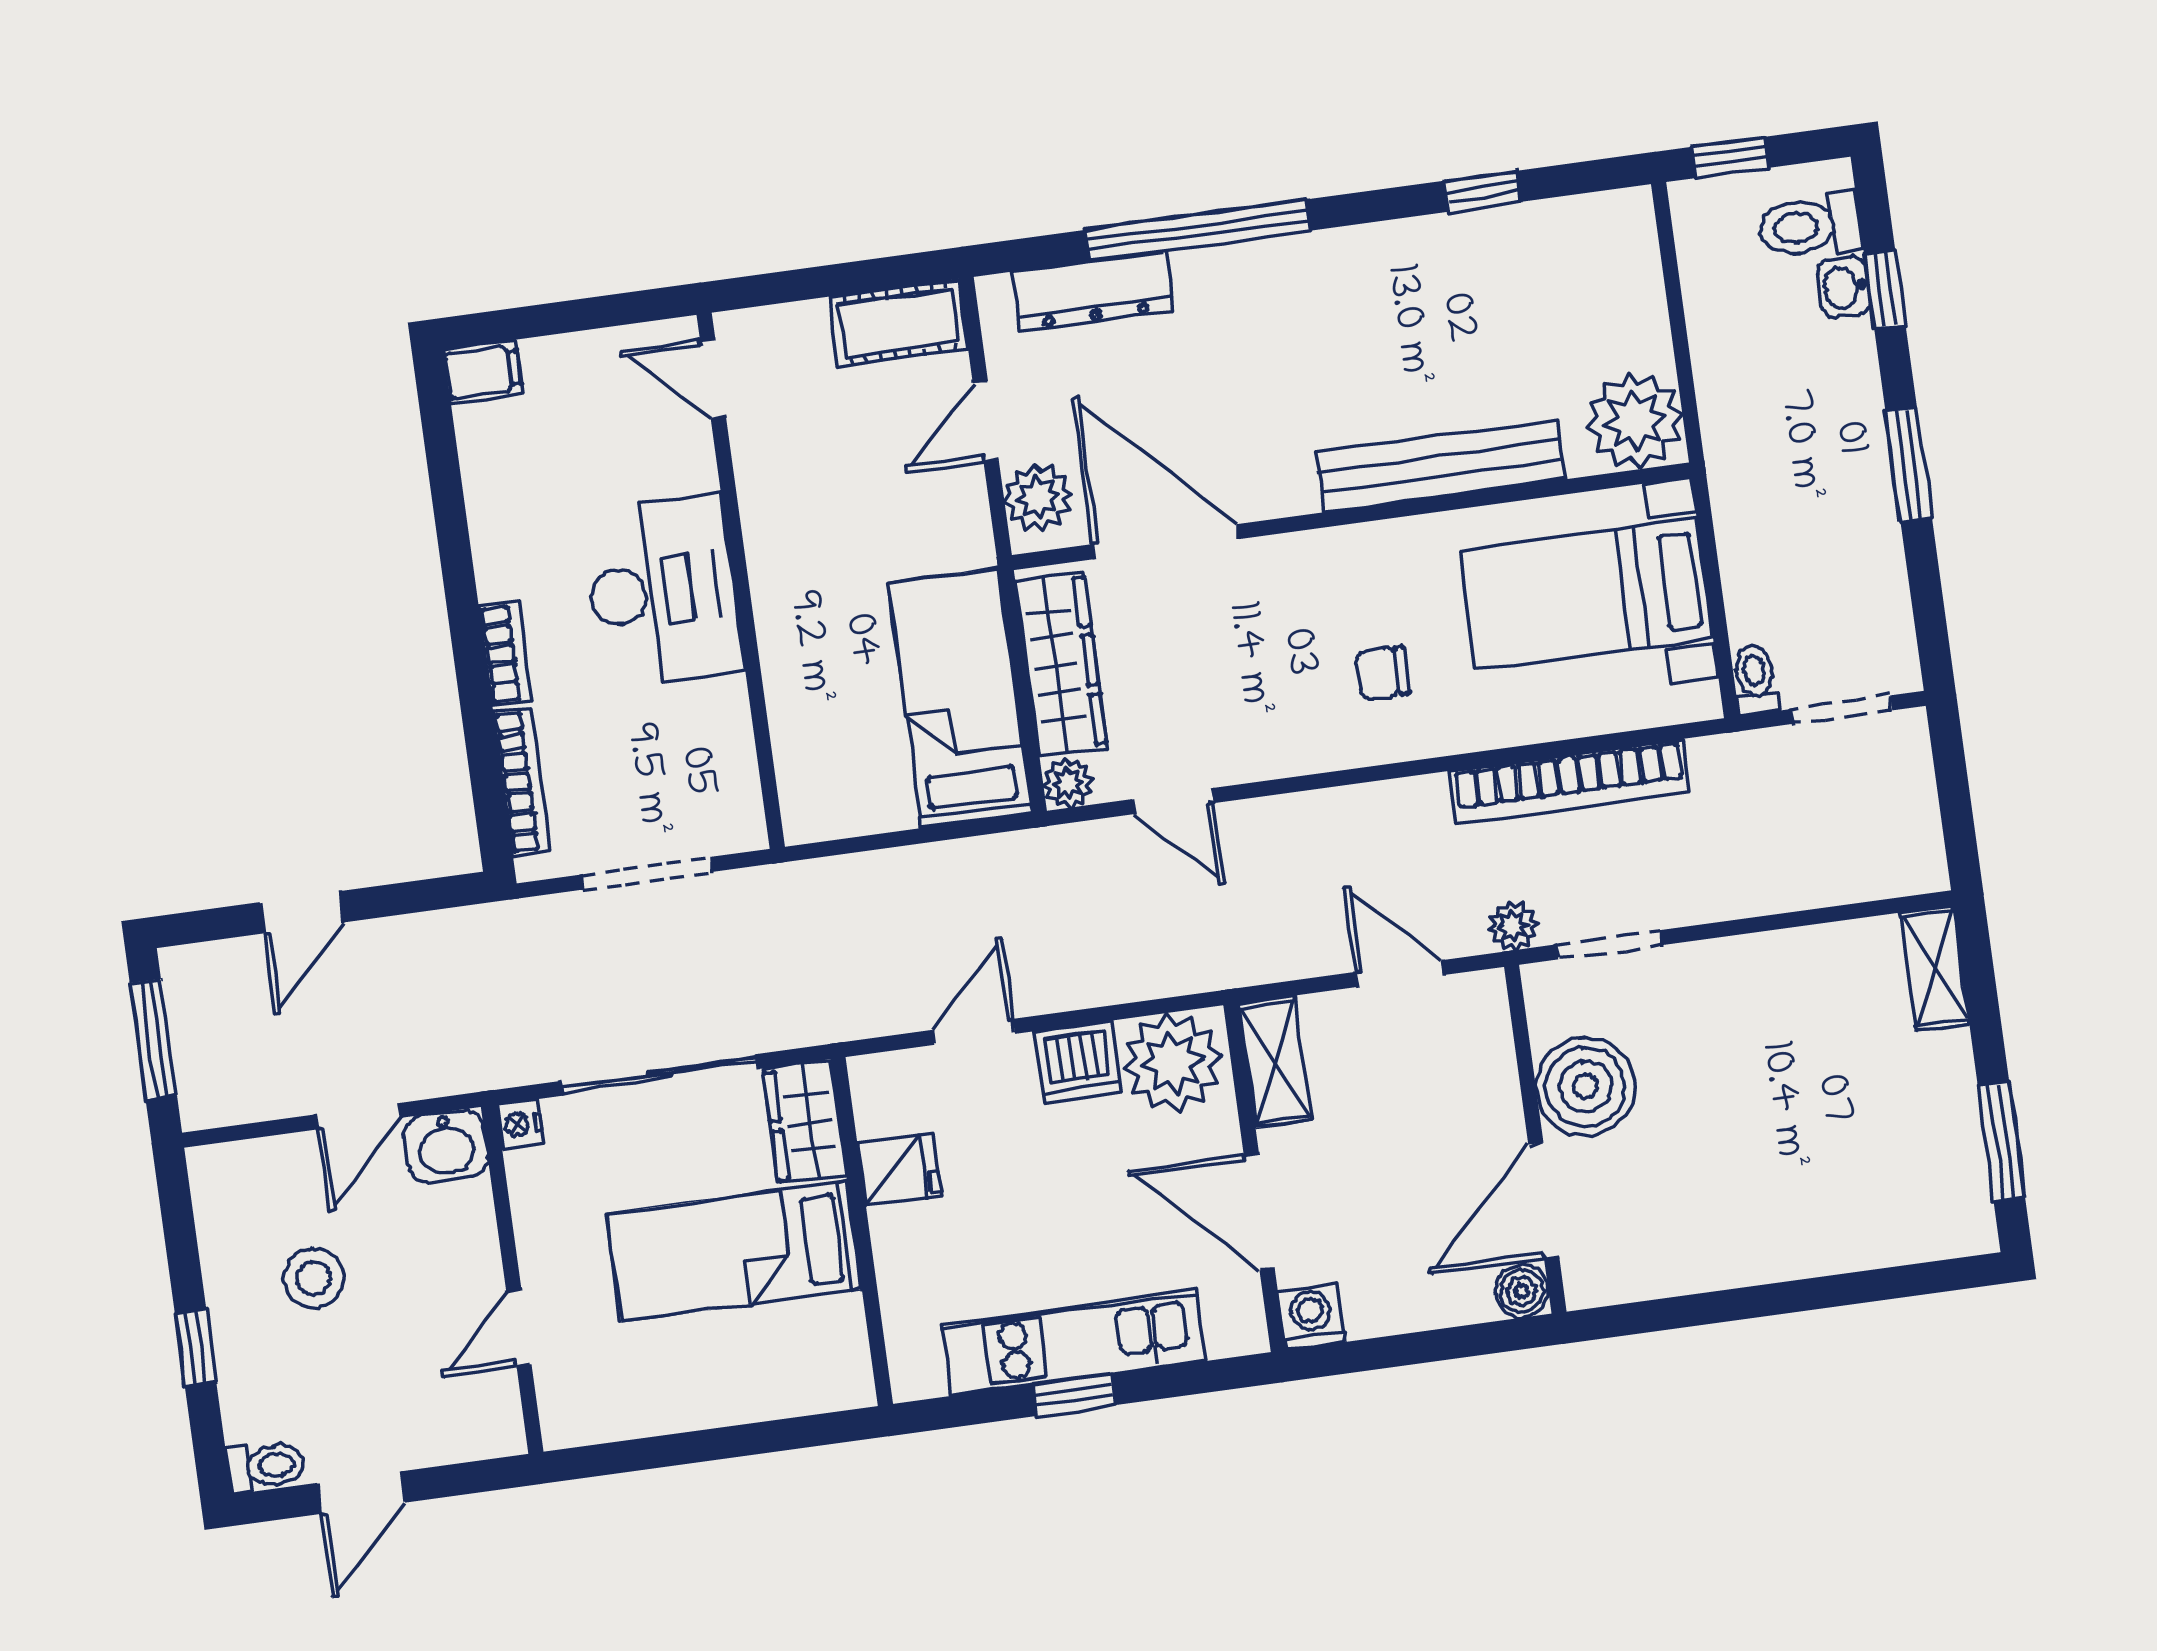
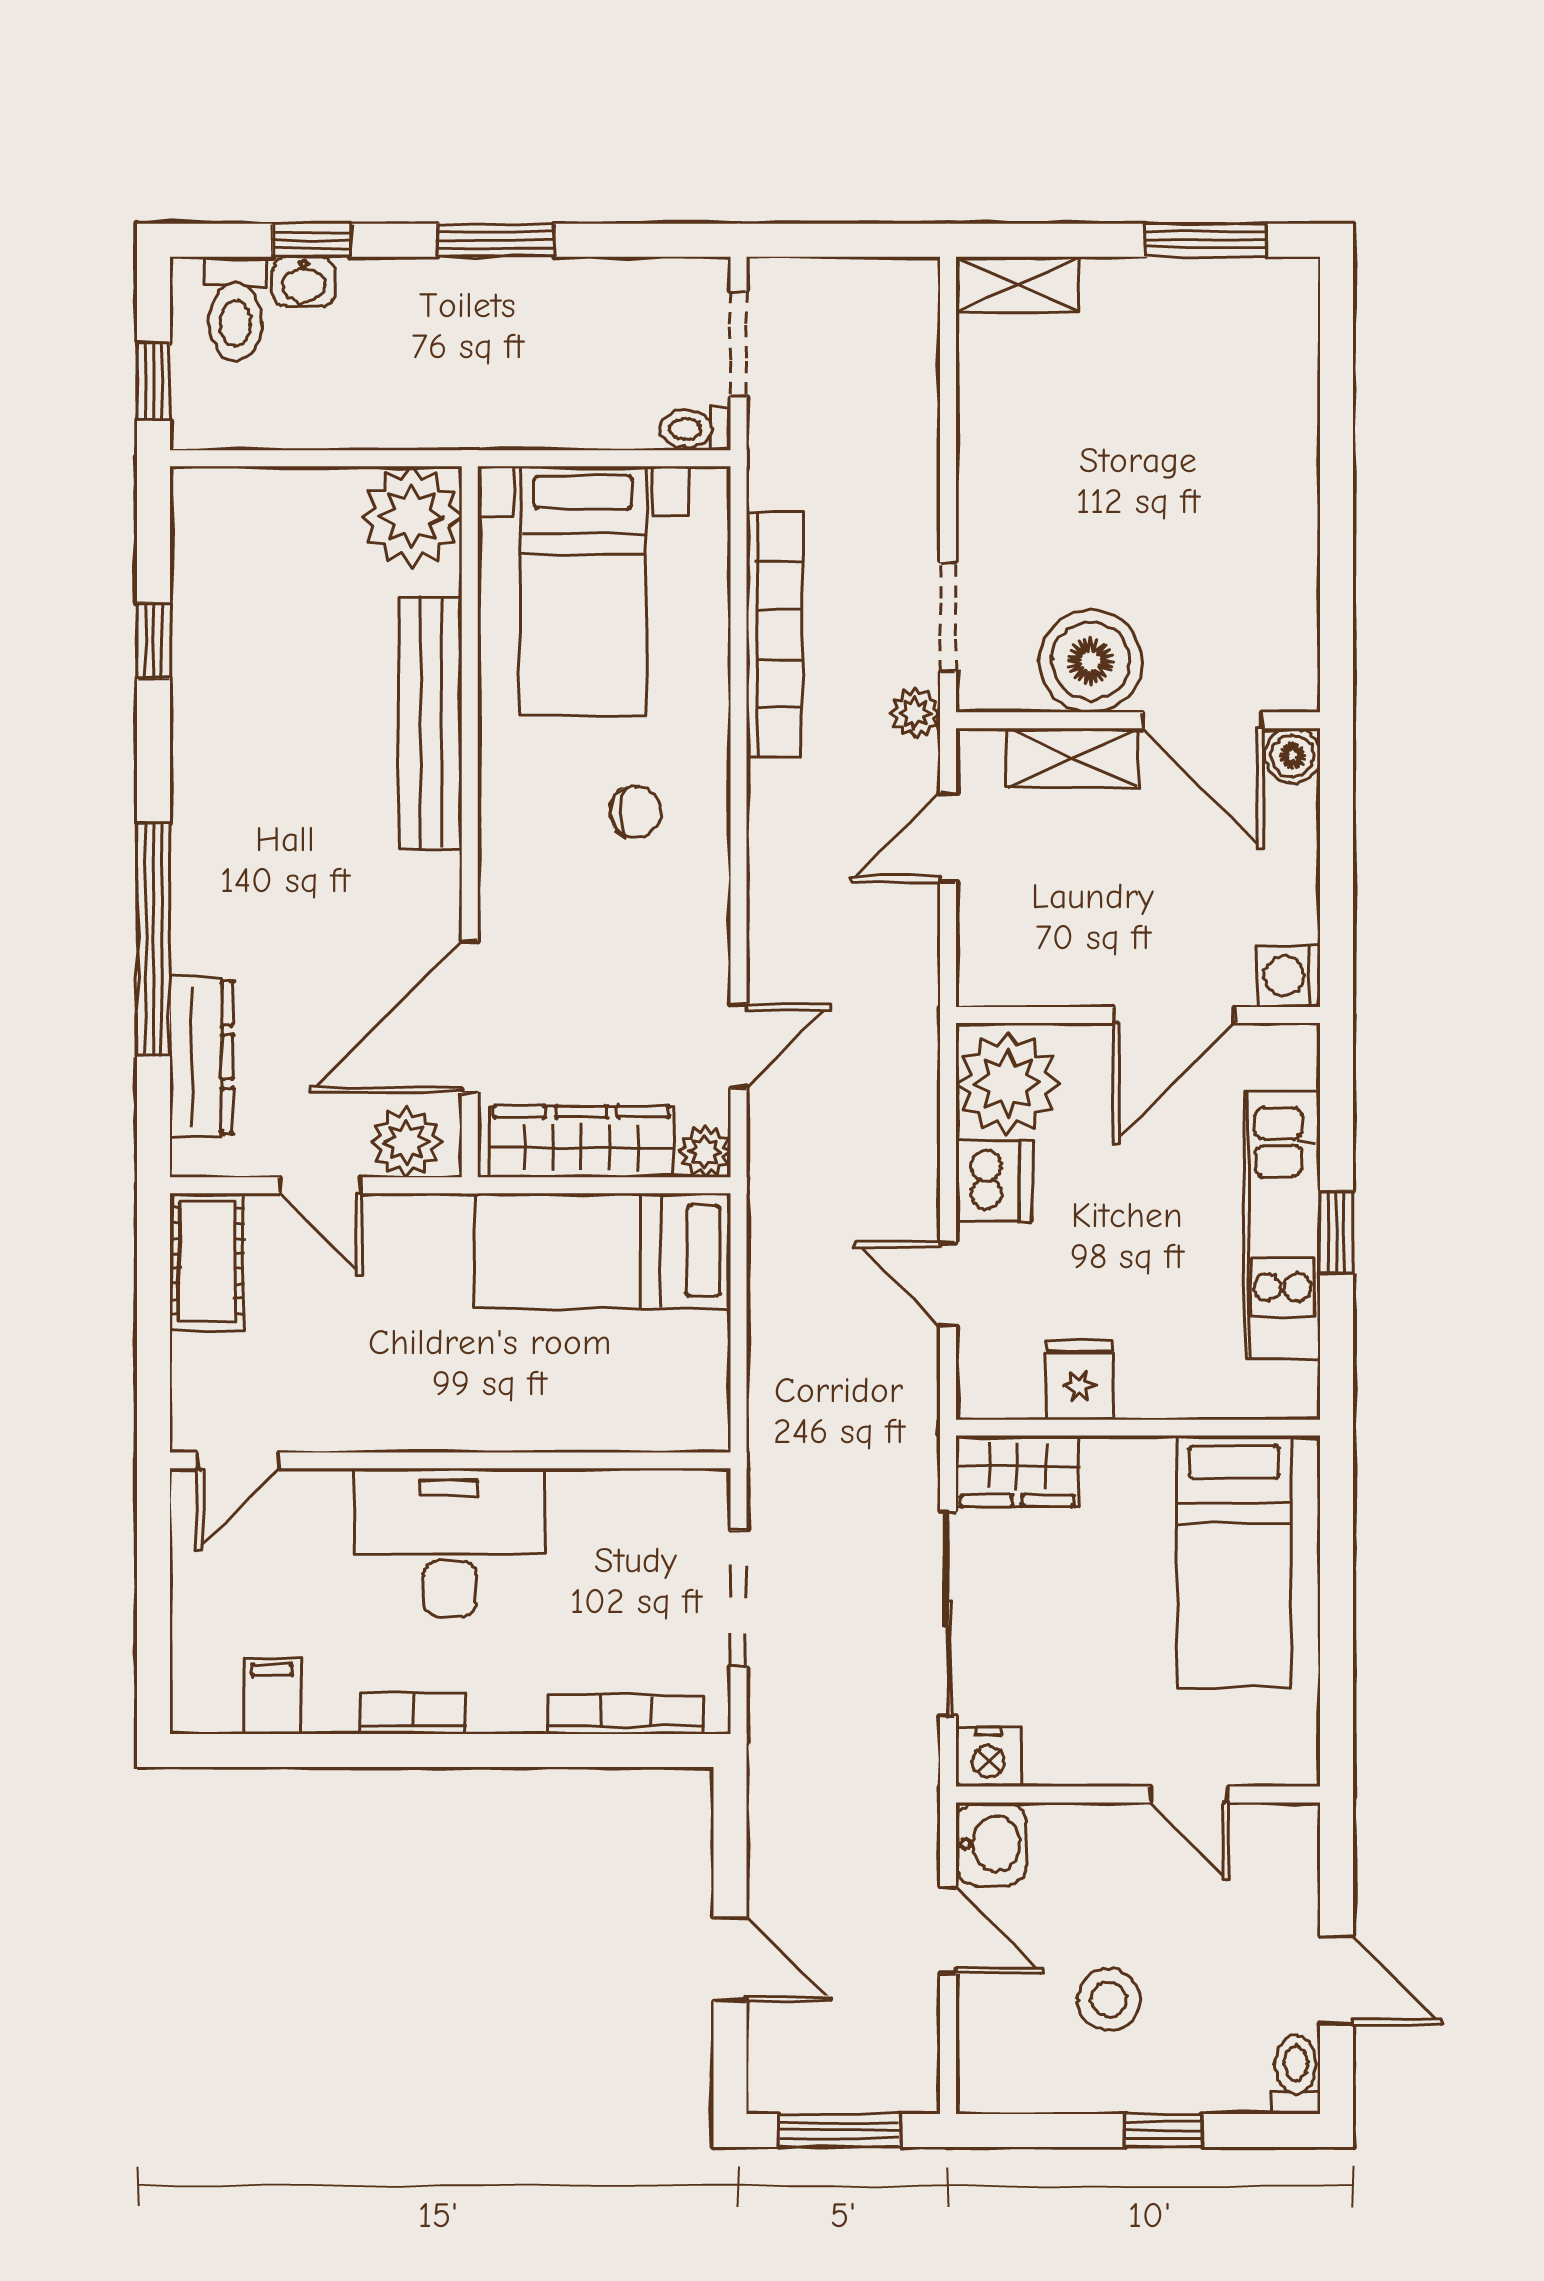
filing cabinet: (483, 372) -> (272, 1696), moved
bookcase: (505, 653) -> (413, 1713), moved
chair: (1383, 673) -> (636, 812), turned -90
shelving: (1275, 1062) -> (1072, 758), moved
nightstand: (520, 1124) -> (988, 1757), width x1.39, depth x1.35
bed: (734, 1251) -> (1234, 1562), moved

